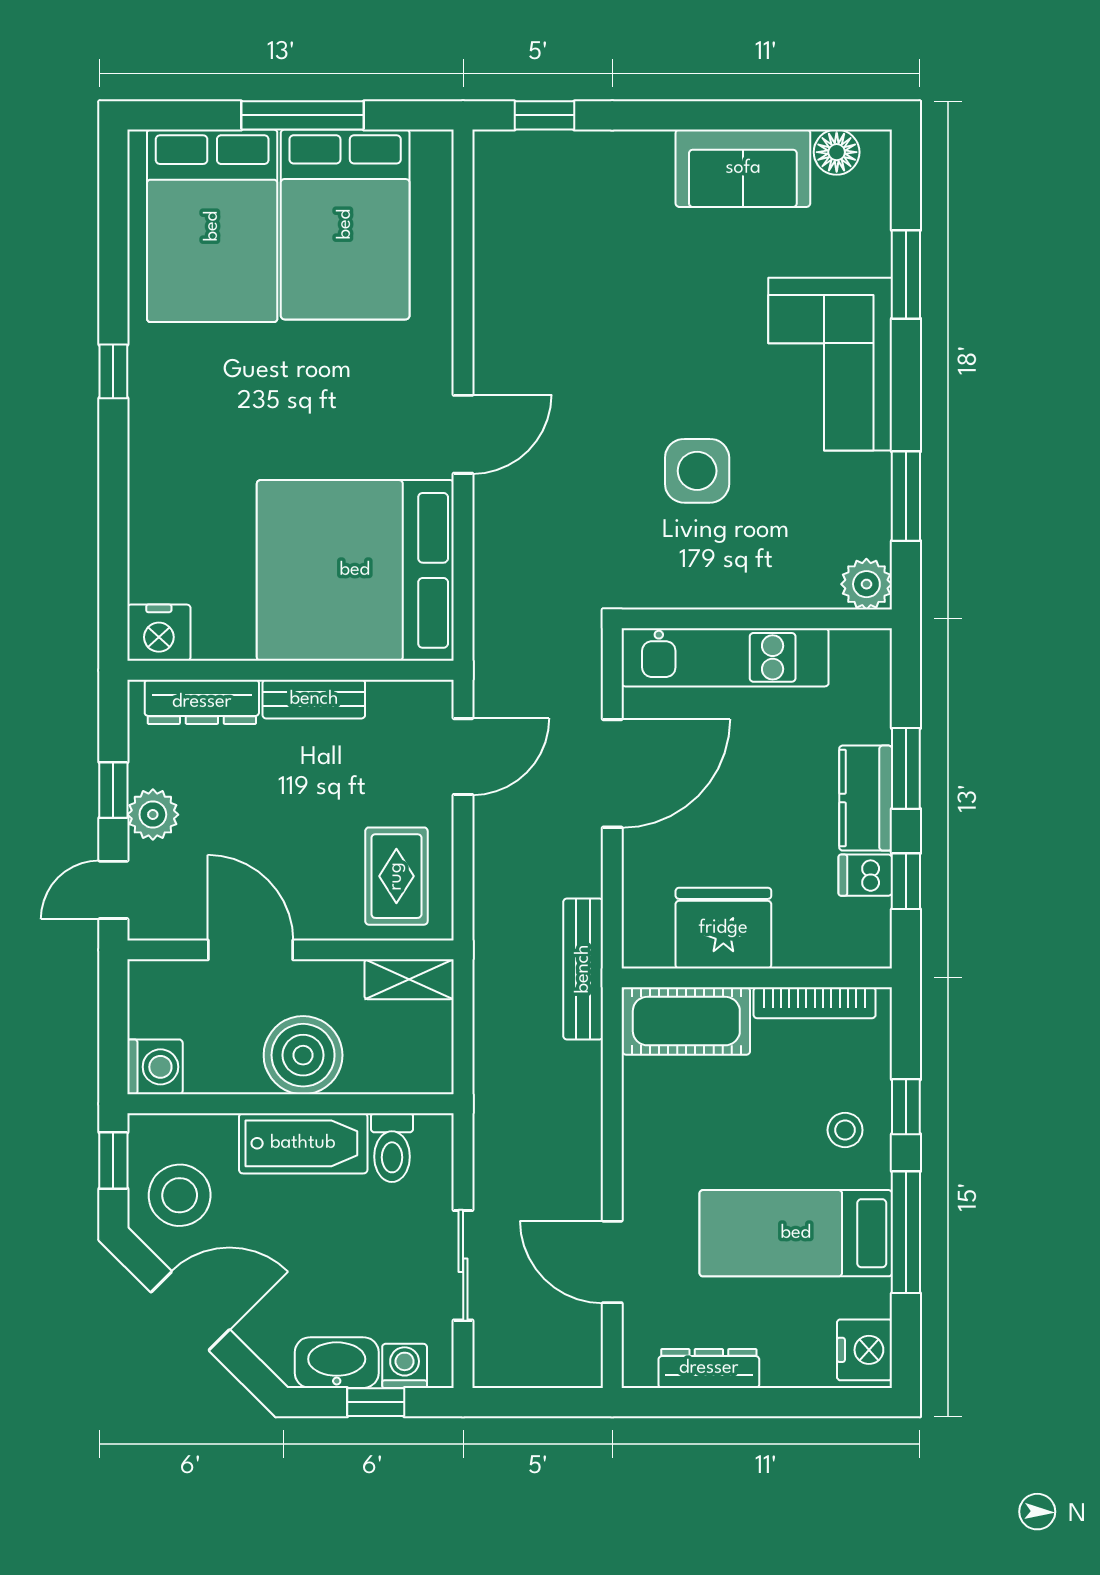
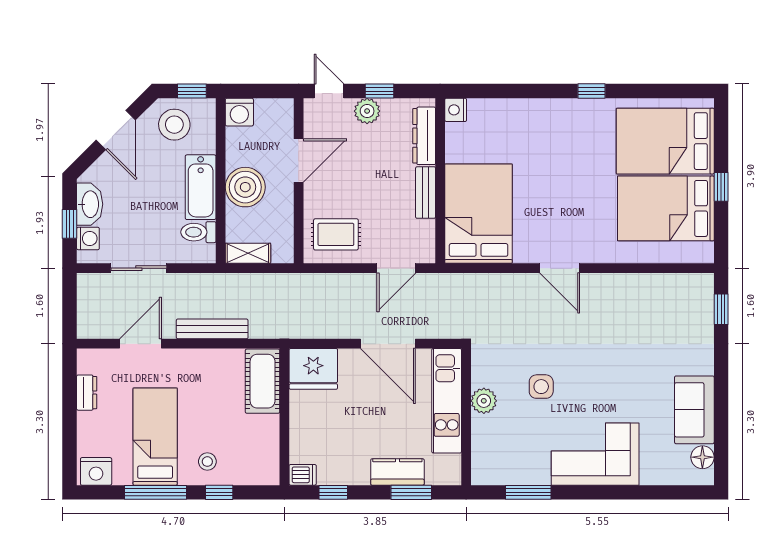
window: (303, 115) -> (721, 187), width x0.46
window: (906, 274) -> (641, 492), removed
side table: (697, 471) -> (541, 387), width x0.73, depth x0.73
bed: (355, 570) -> (479, 214), width x0.73
plant: (866, 584) -> (484, 401), moved
nightstand: (159, 633) -> (456, 110), width x0.74, depth x0.75
door: (463, 757) -> (396, 268), hinge flipped
window: (906, 768) -> (411, 492), moved
kitchen counter: (866, 798) -> (397, 472), moved
dishwasher: (865, 875) -> (303, 475), moved, turned 90
fridge: (723, 928) -> (313, 369), moved, turned 90
bench: (583, 969) -> (212, 329), moved
shelving: (409, 979) -> (248, 253), moved, turned 90
bookcase: (815, 1003) -> (272, 446), removed
dresser: (709, 1368) -> (87, 393), width x0.70

